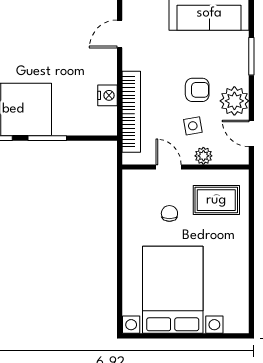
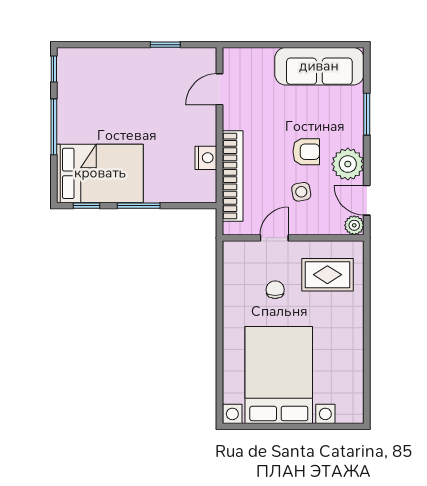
plant: (203, 156) -> (354, 225), moved
door: (169, 167) -> (274, 238), hinge flipped

